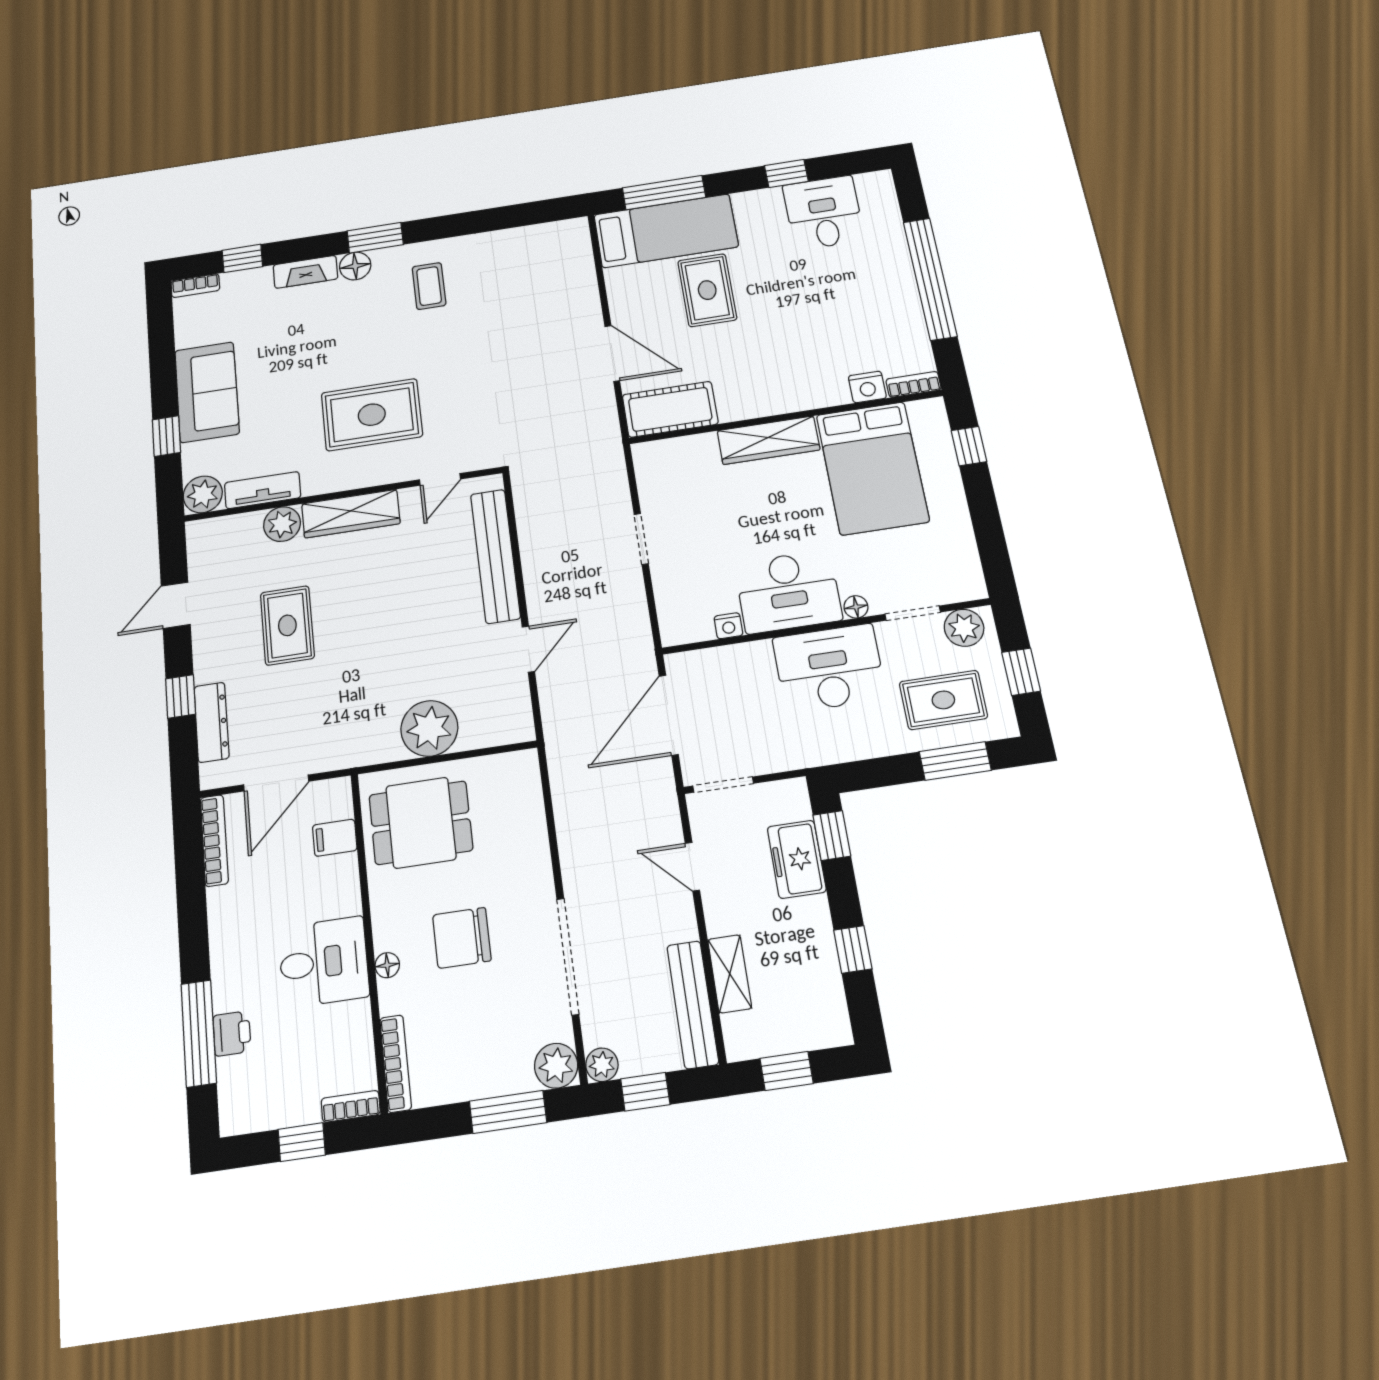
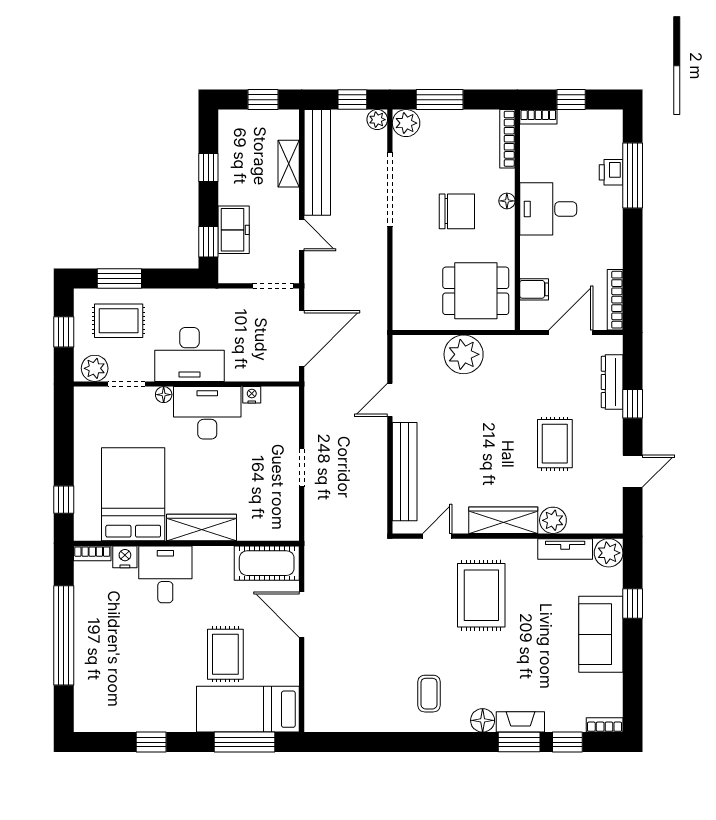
desk: (824, 213) -> (165, 574), moved, turned 180
window: (375, 238) -> (519, 742), moved
rug: (372, 415) -> (481, 595), turned 90
bench: (693, 1004) -> (317, 162), width x1.37, depth x1.21

